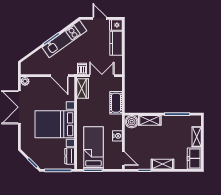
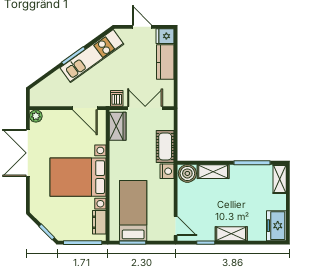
nightstand: (117, 136) -> (167, 171), moved
shelving: (197, 137) -> (280, 179), moved

